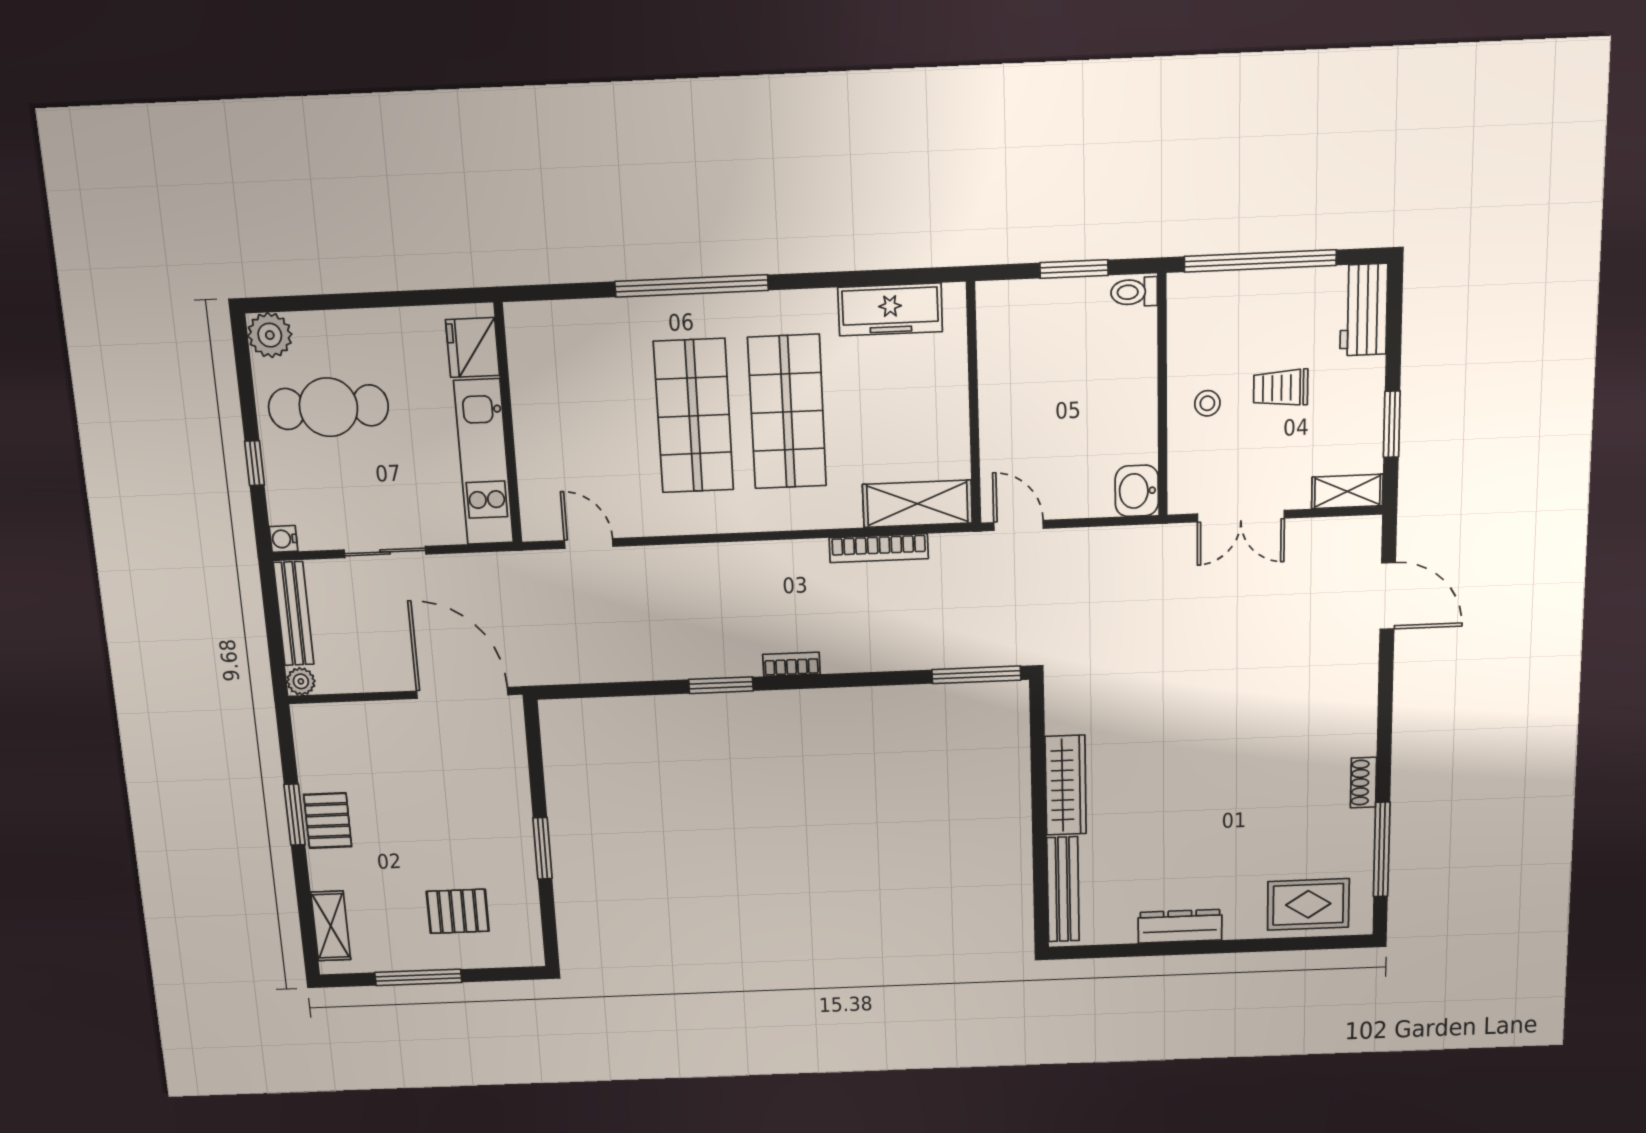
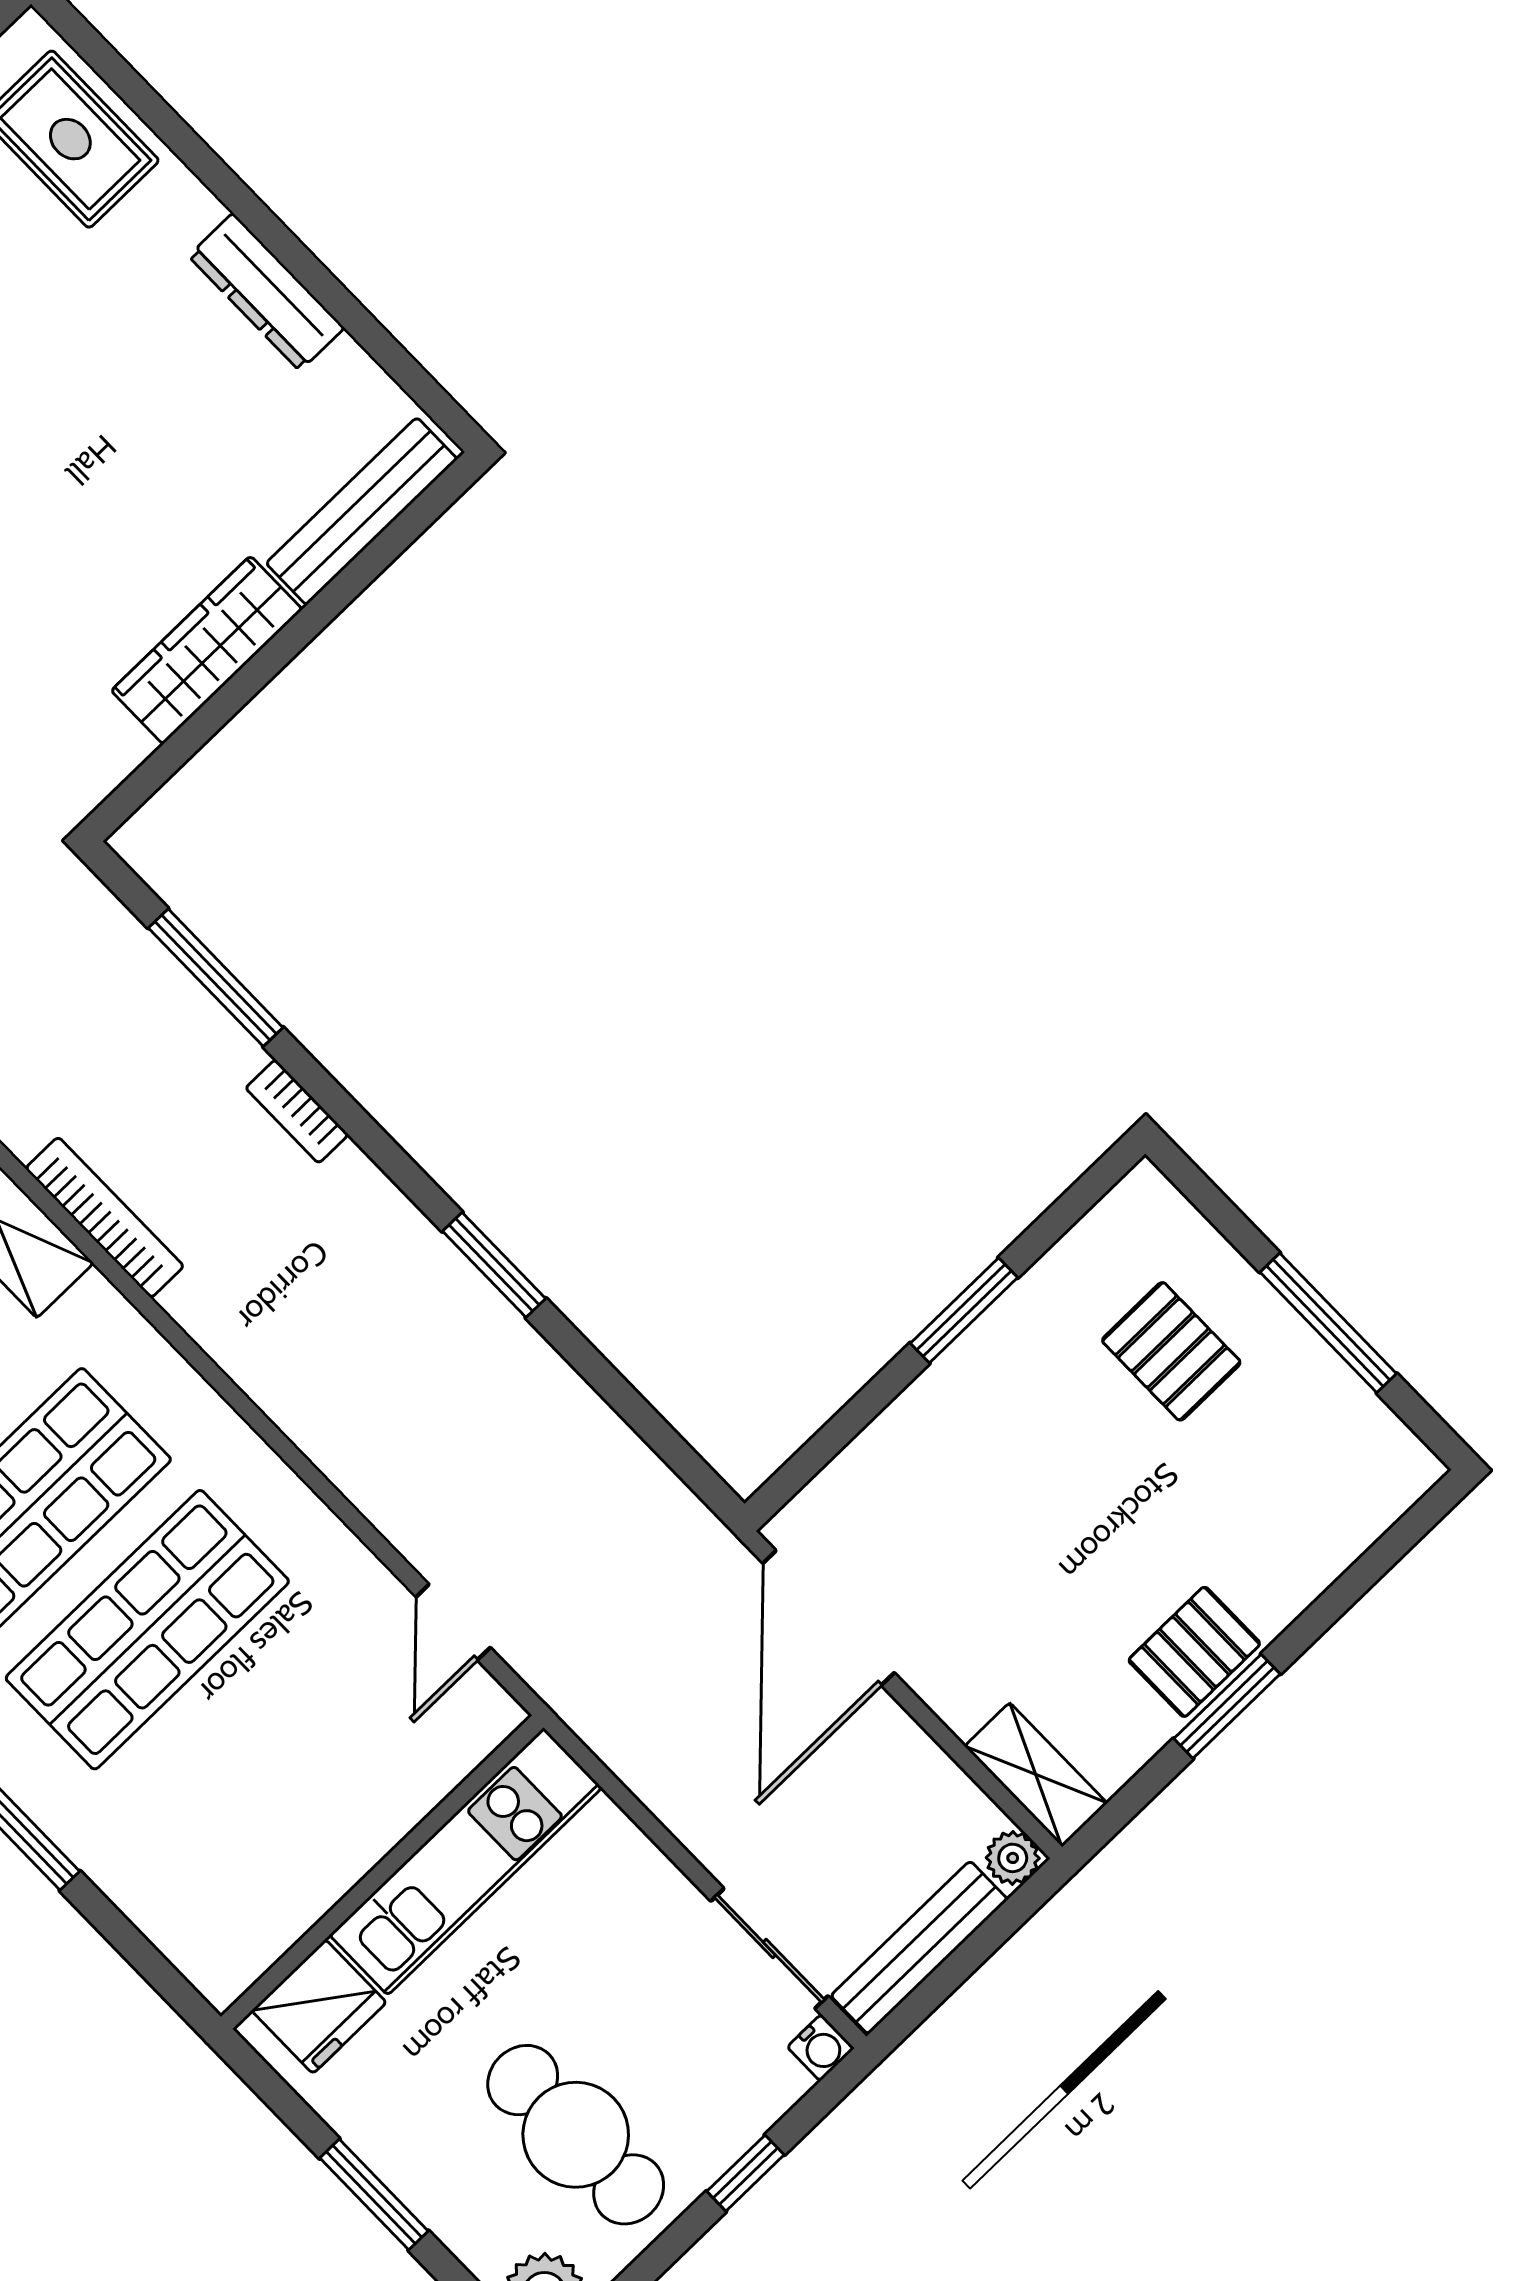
window: (372, 300) -> (374, 2195), added
sliding door: (385, 552) -> (769, 1949), moved
bookcase: (791, 664) -> (297, 1111), moved
window: (976, 675) -> (216, 978), moved
shelving: (331, 926) -> (1036, 1775), moved, turned 90

